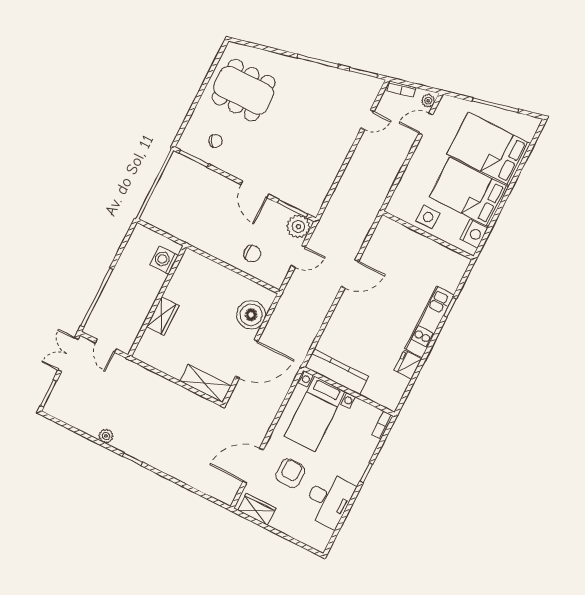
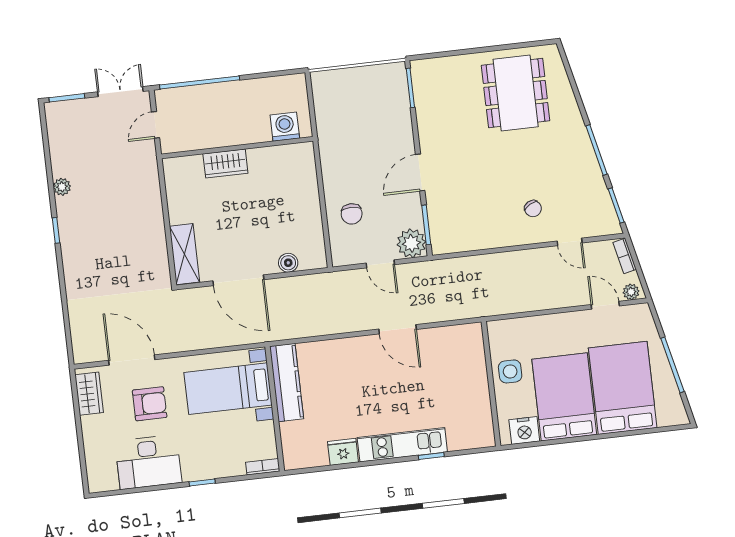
chair: (216, 141) -> (533, 209), moved
boiler: (251, 315) -> (288, 263), width x0.54, depth x0.54

